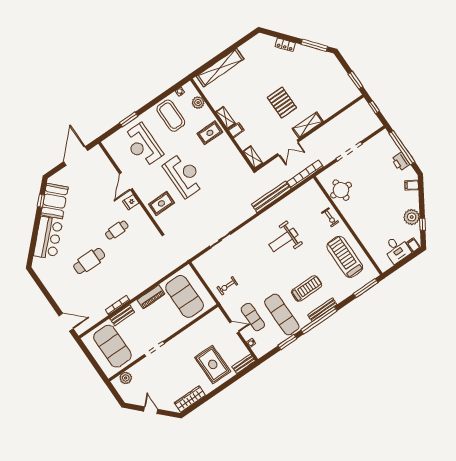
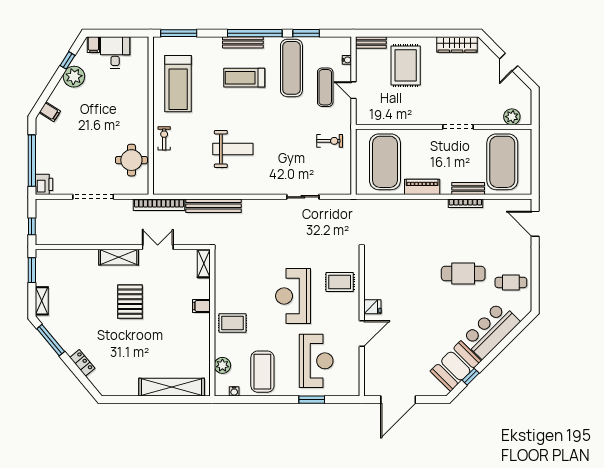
shelving: (225, 118) -> (42, 301), moved
printer: (401, 162) -> (44, 184), moved
cafe table: (117, 230) -> (511, 282), moved

